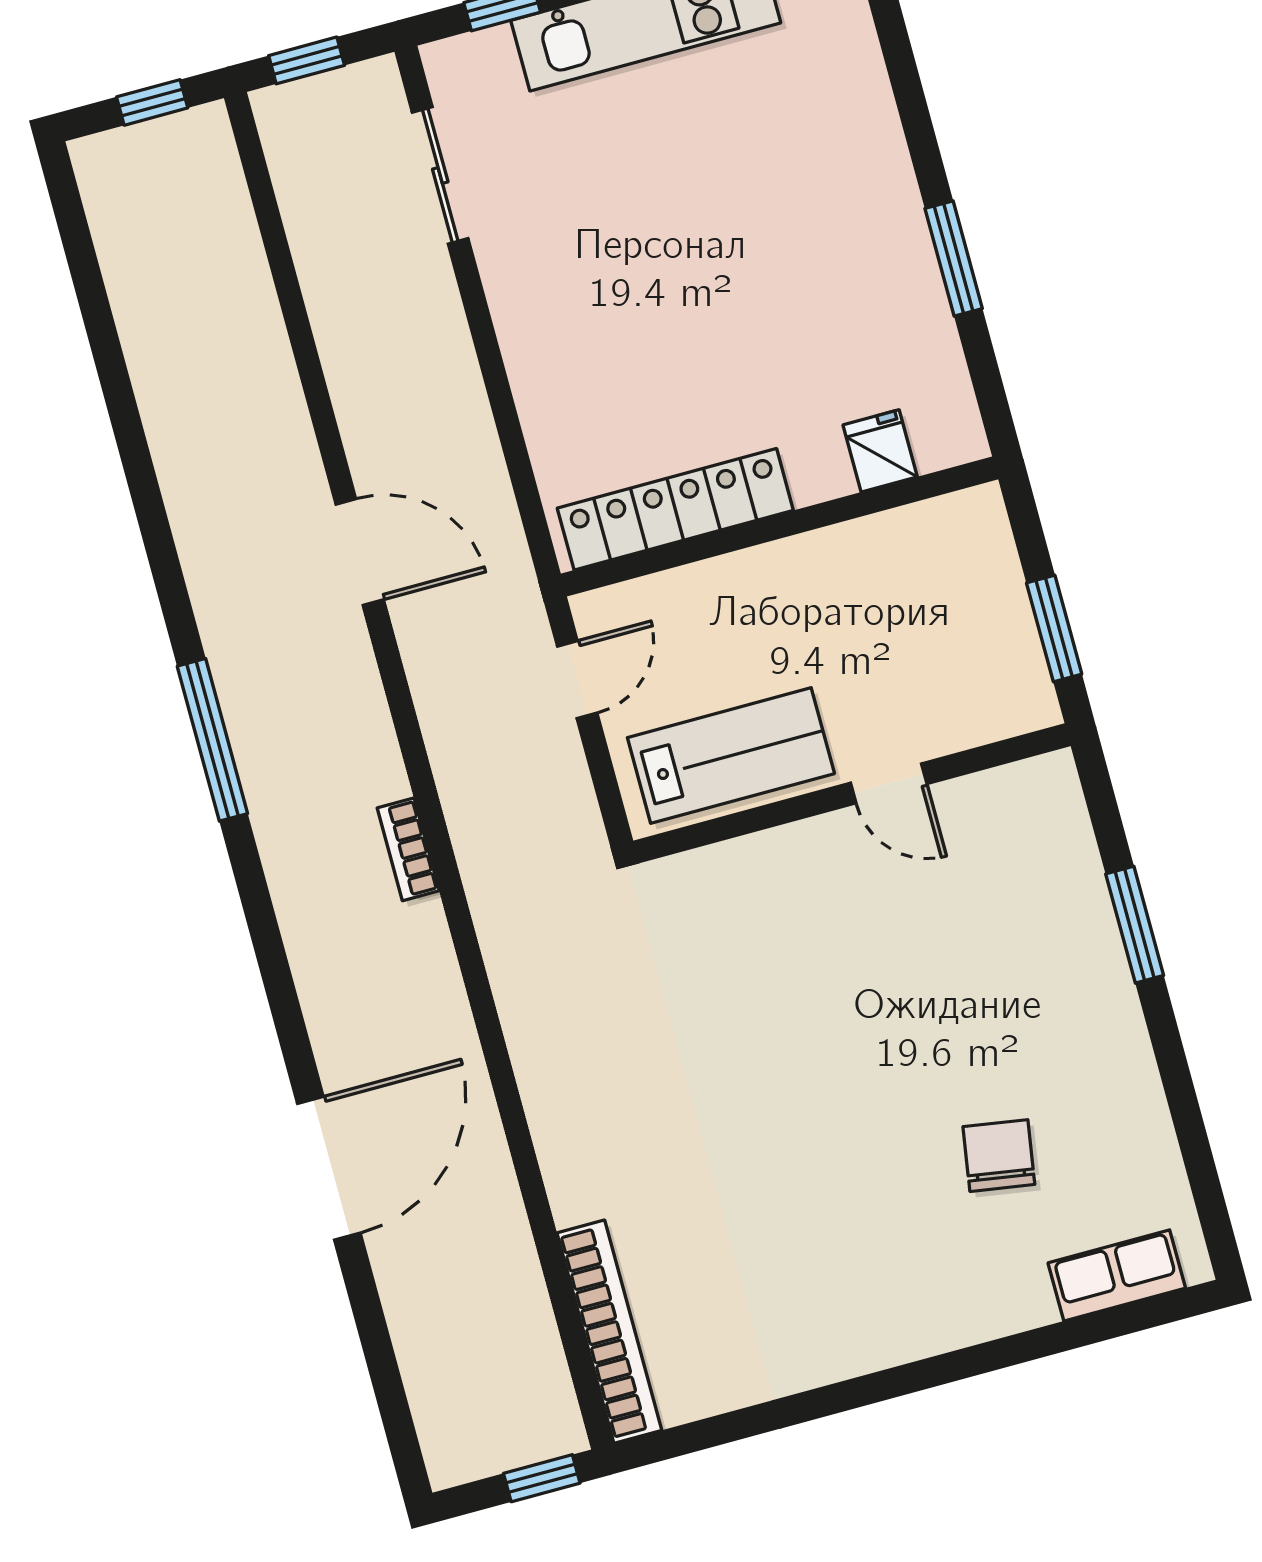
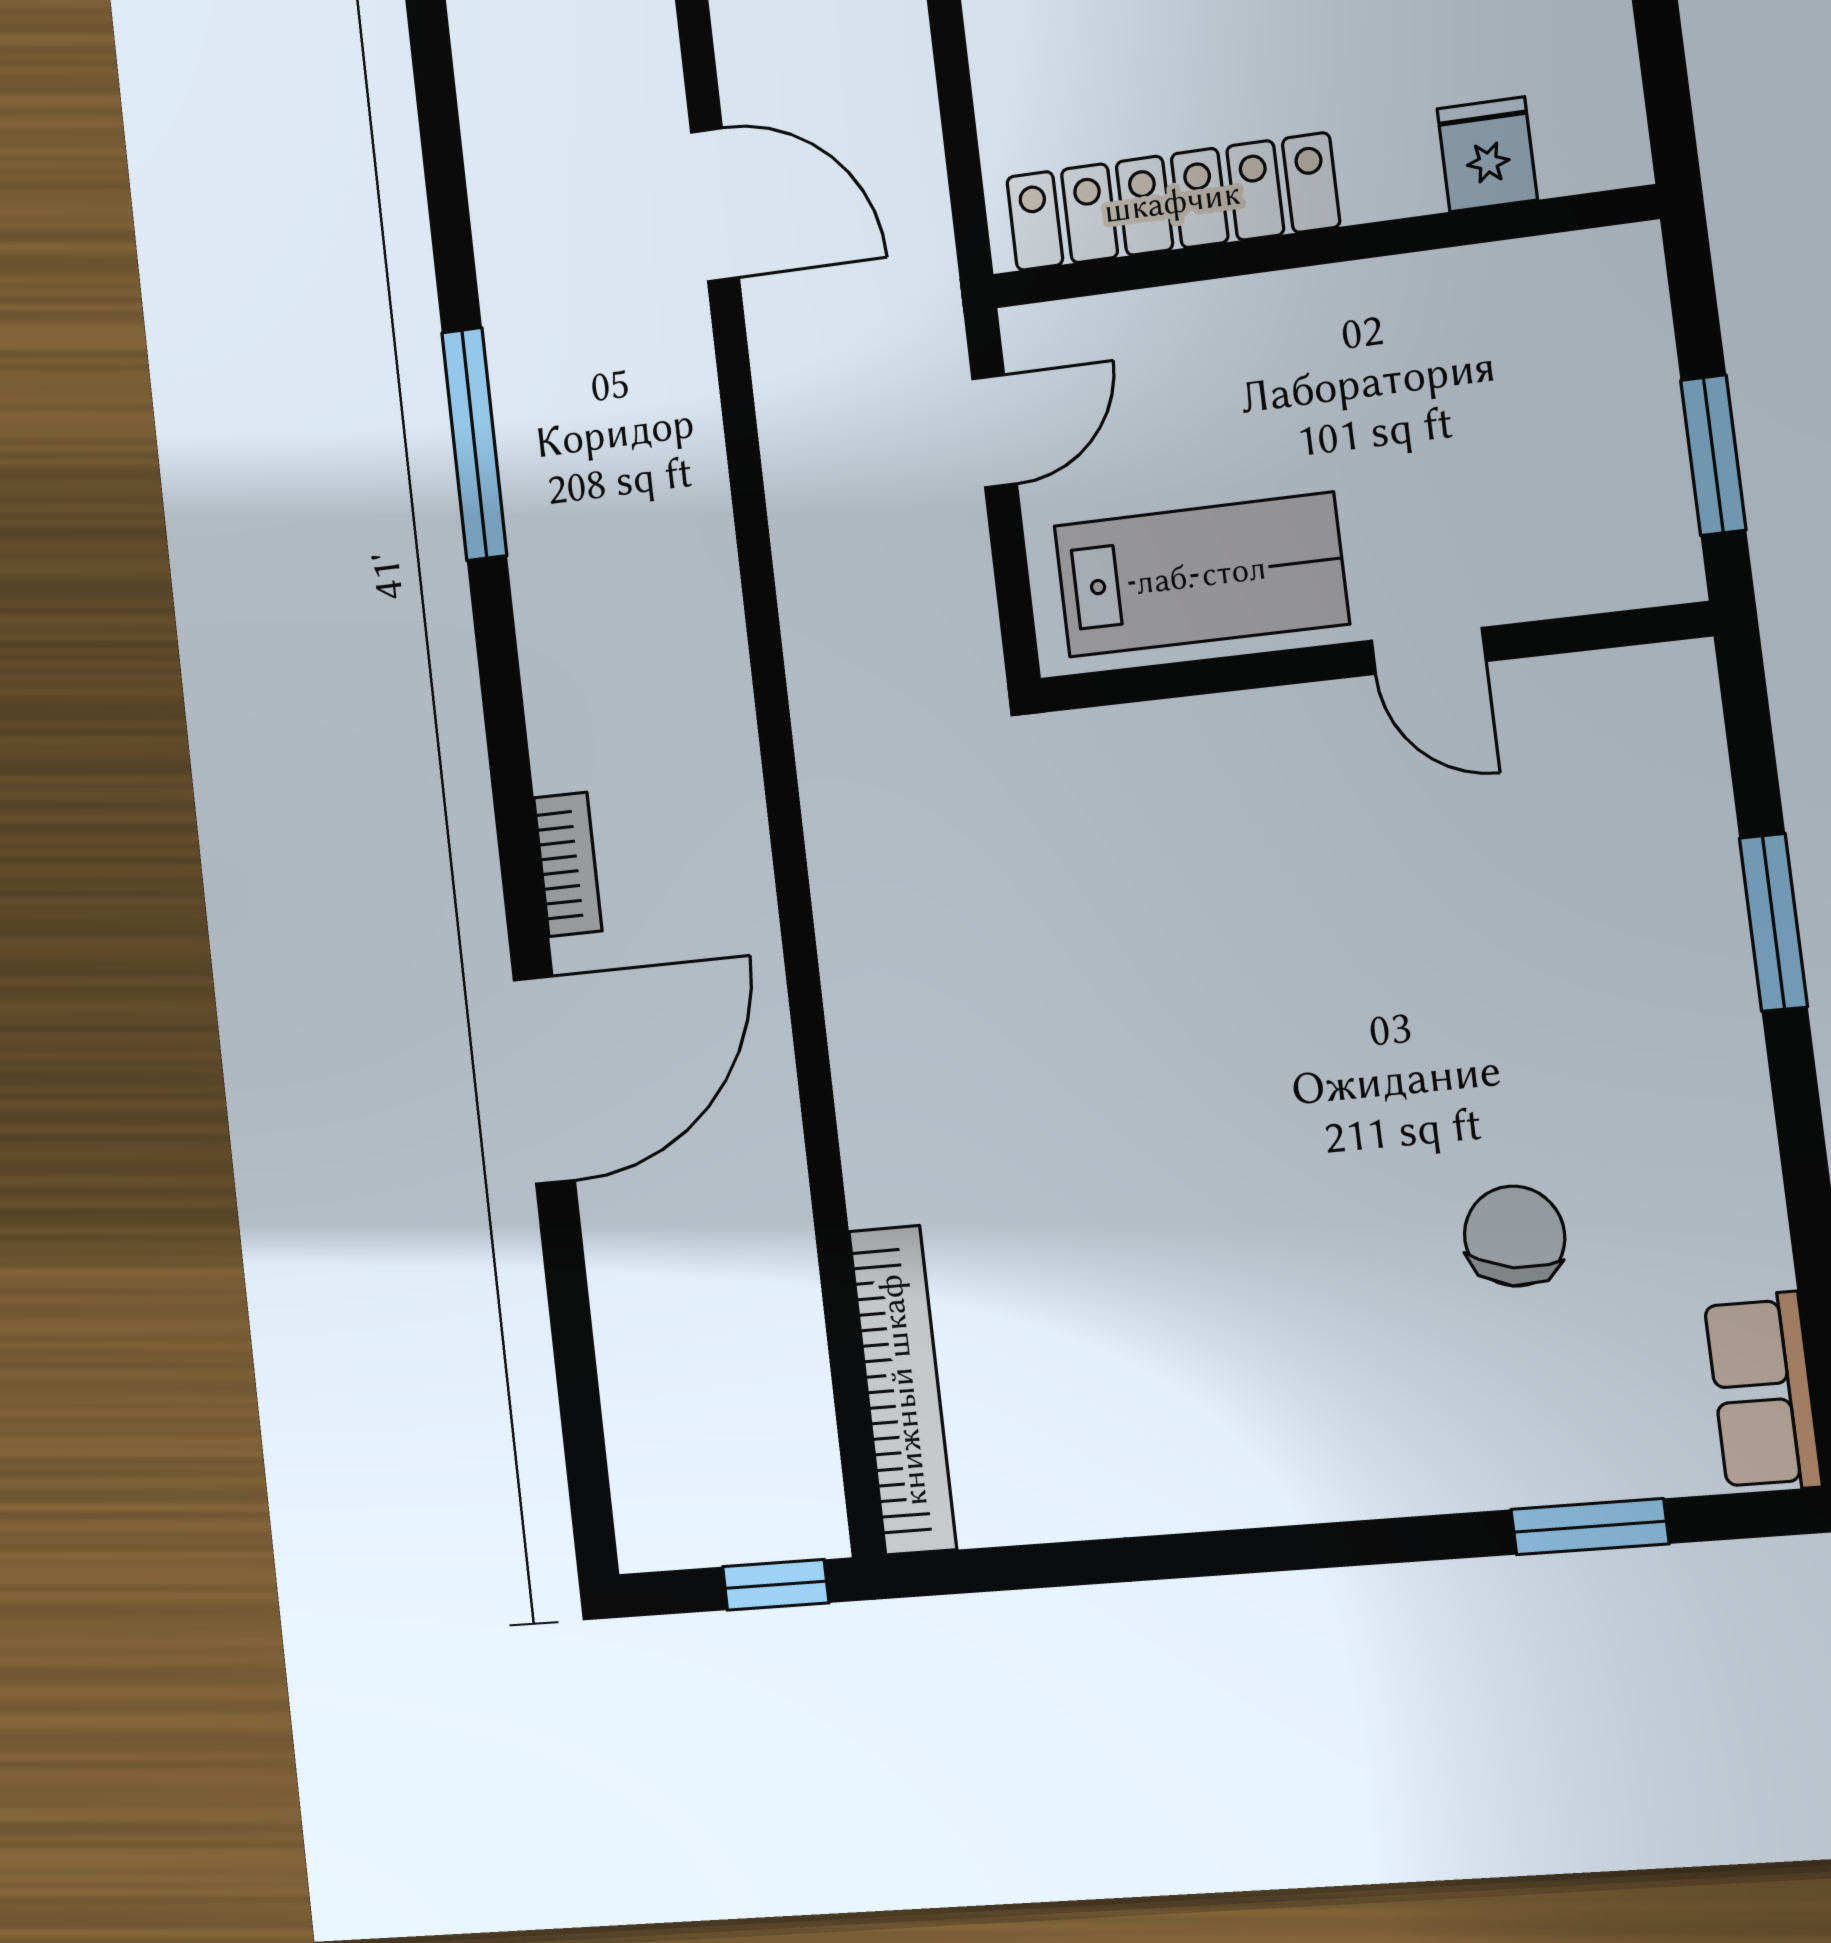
bookcase: (408, 849) -> (568, 864), moved, turned 180
row of seats: (1117, 1275) -> (1763, 1392), moved, turned -90
window: (1073, 1334) -> (1590, 1527), added

